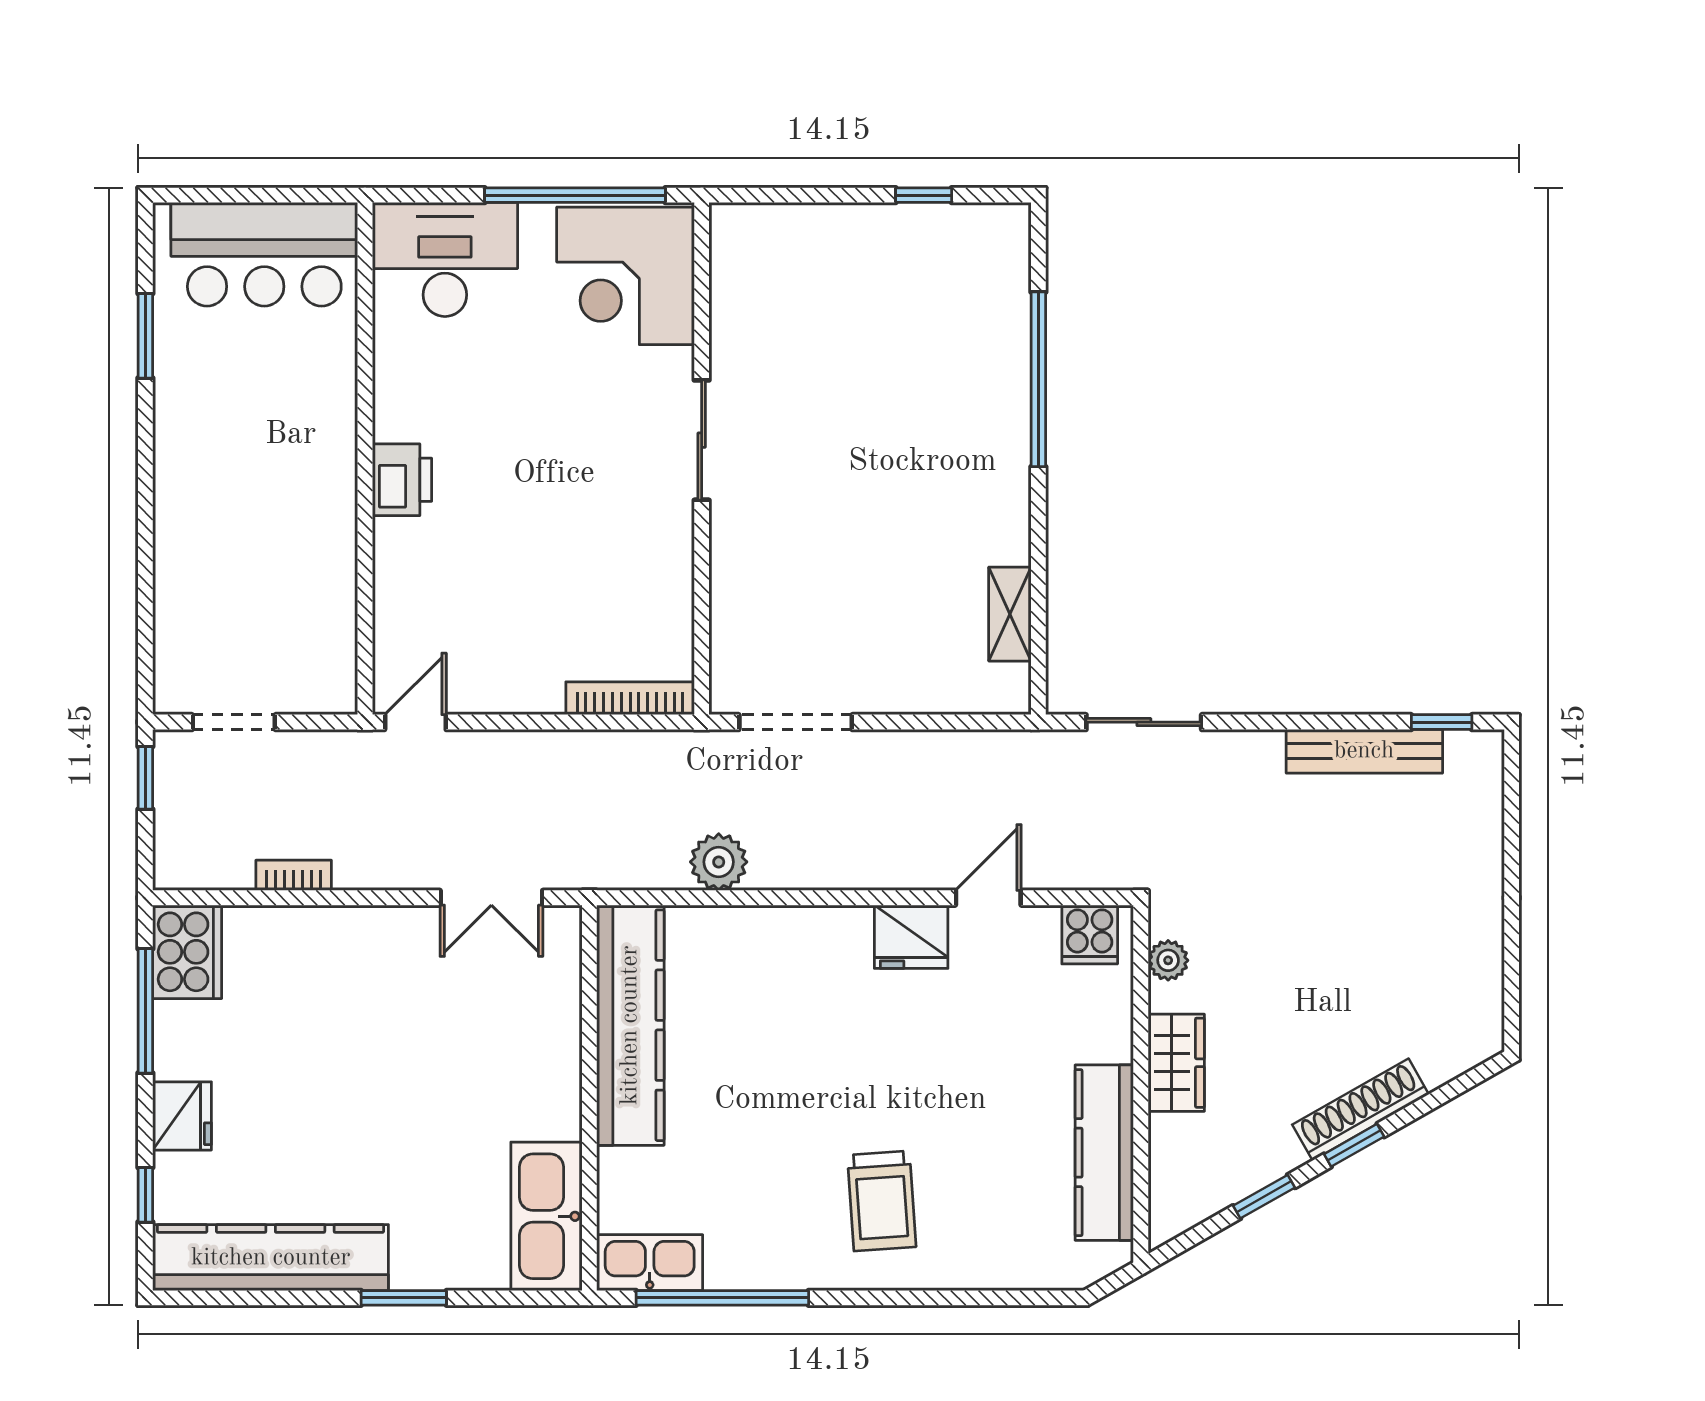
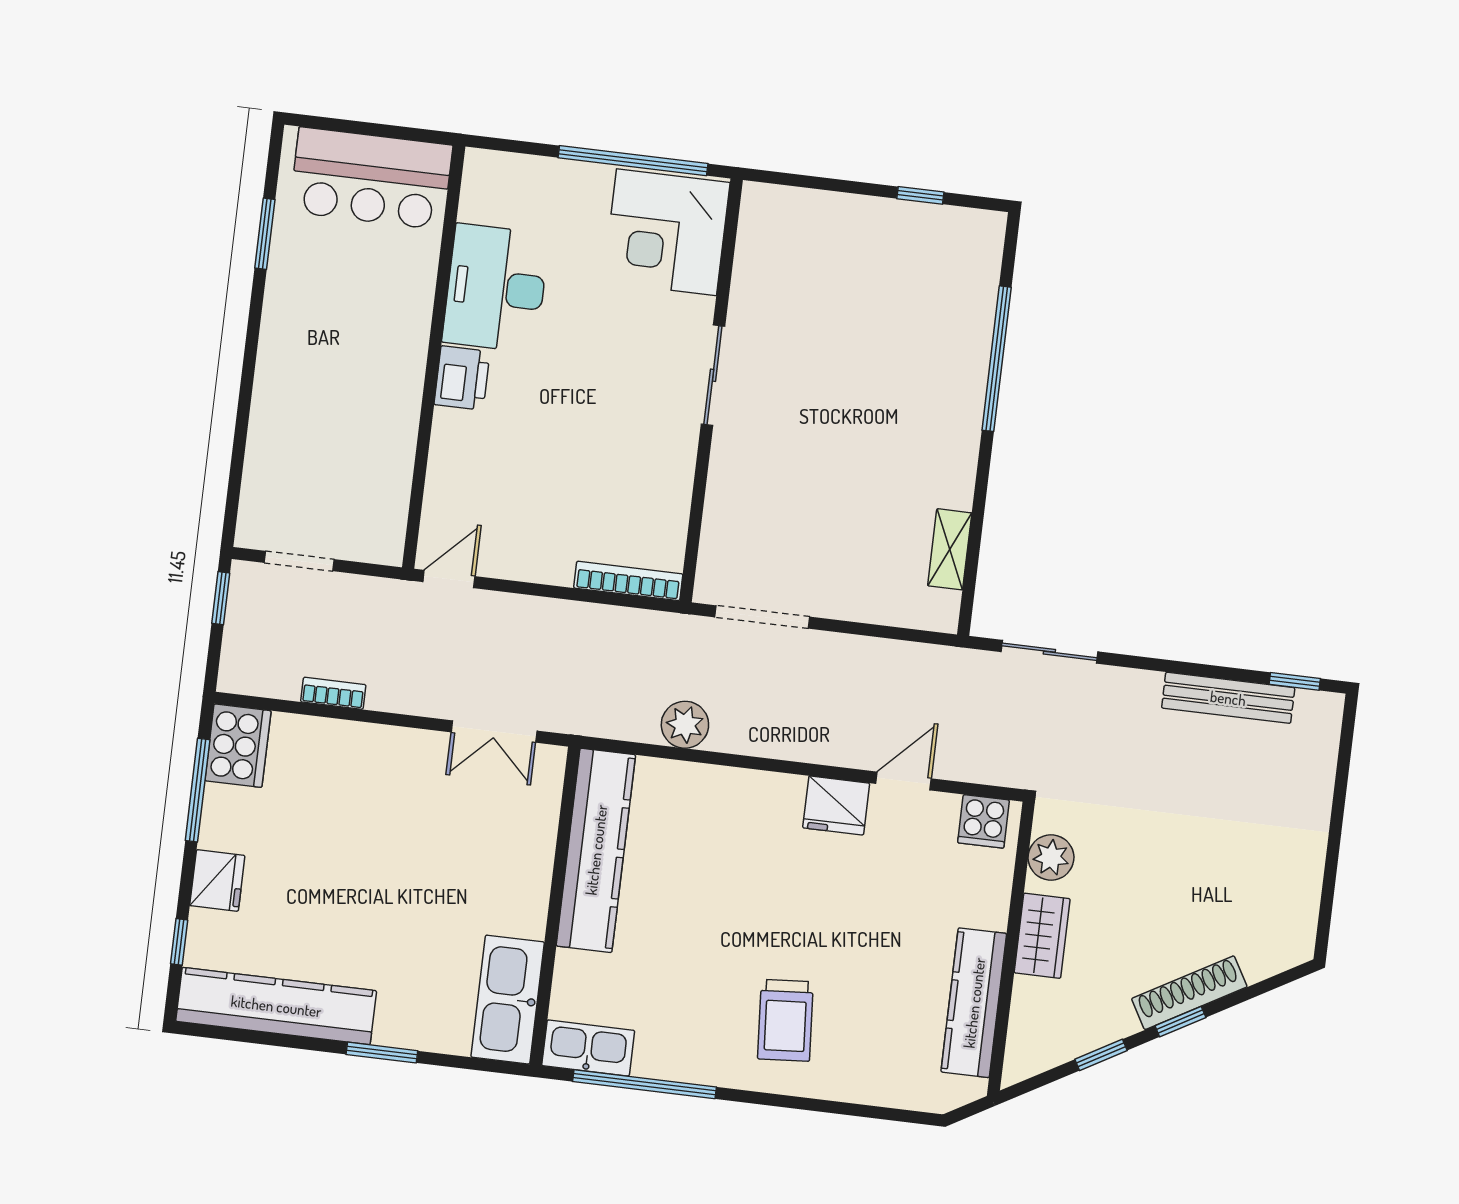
desk: (445, 259) -> (496, 288), moved, turned -90
plant: (1168, 960) -> (1051, 857), width x1.38, depth x1.38

